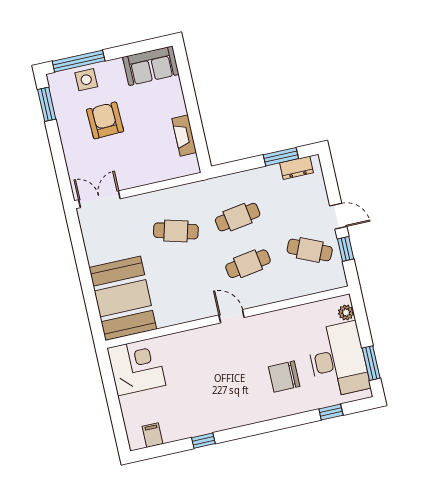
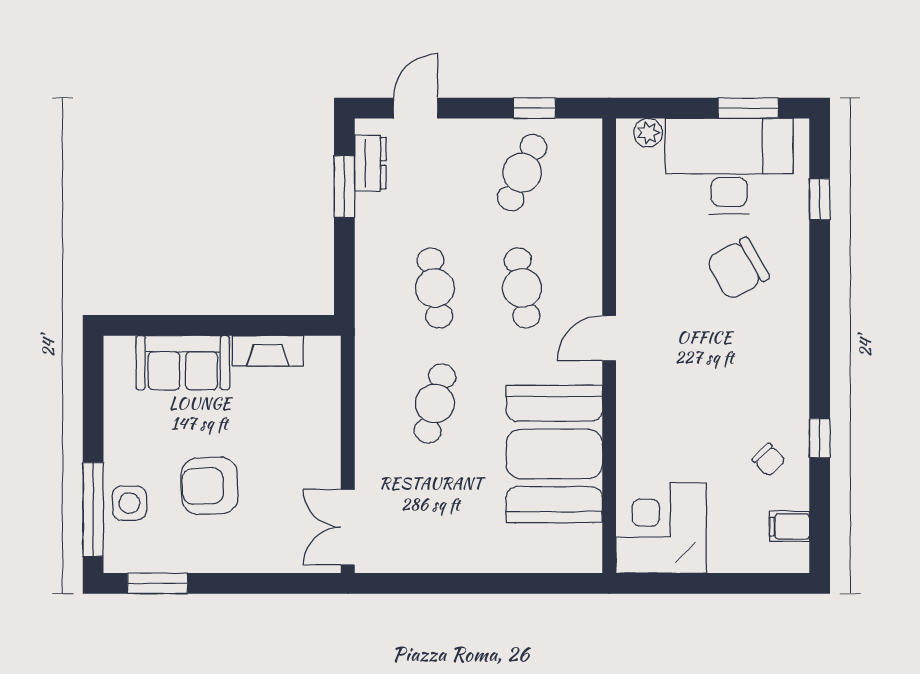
sofa: (151, 66) -> (183, 363), moved, turned 90
door: (338, 216) -> (416, 108), moved
booth: (123, 298) -> (554, 454), moved, turned 90
chair: (284, 377) -> (738, 269), turned 61
chair: (186, 416) -> (769, 460), added

